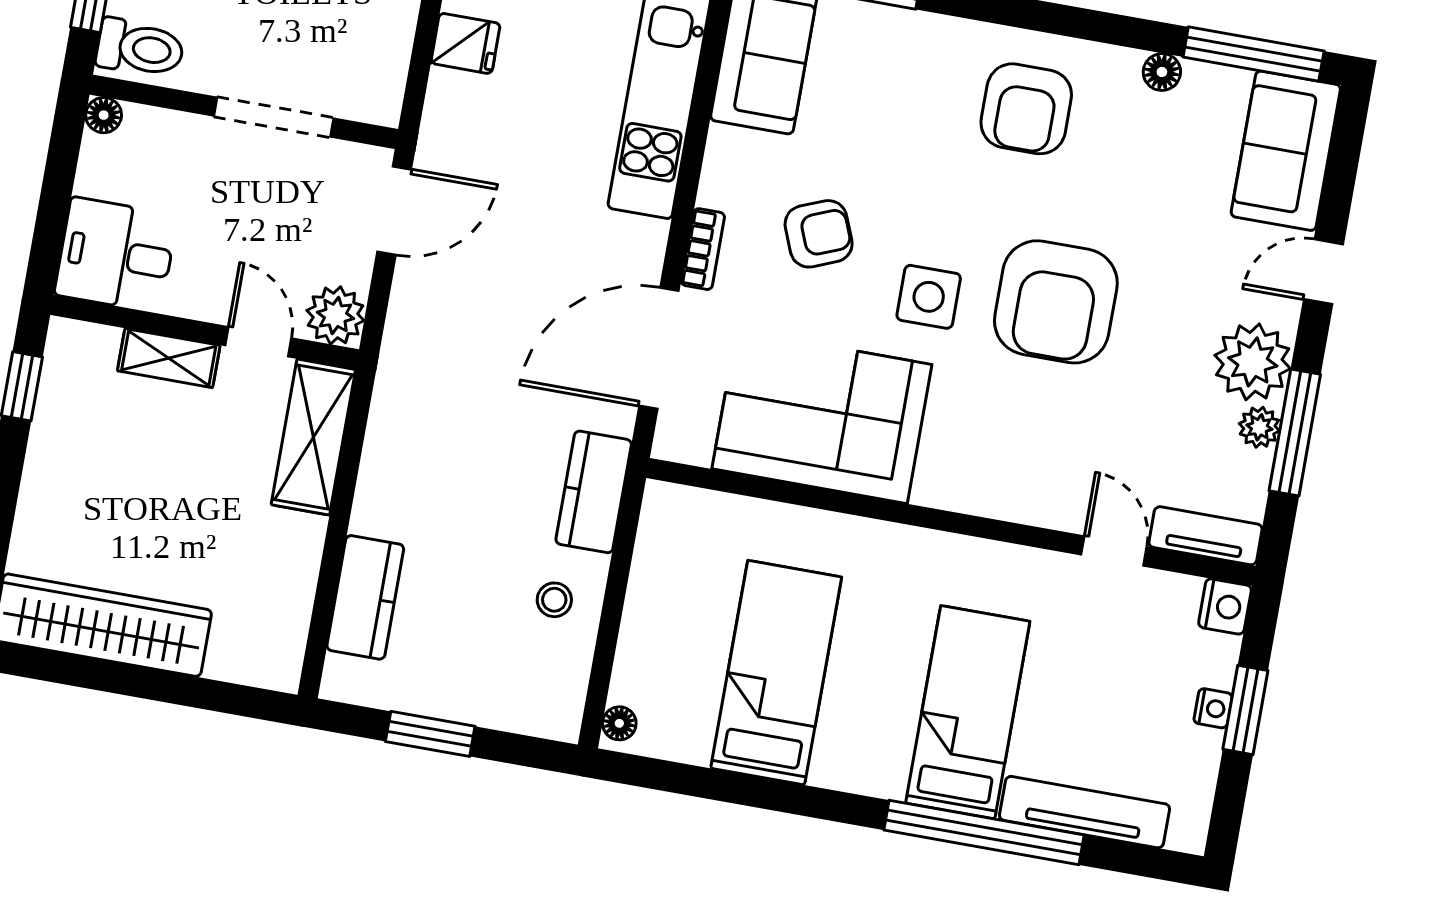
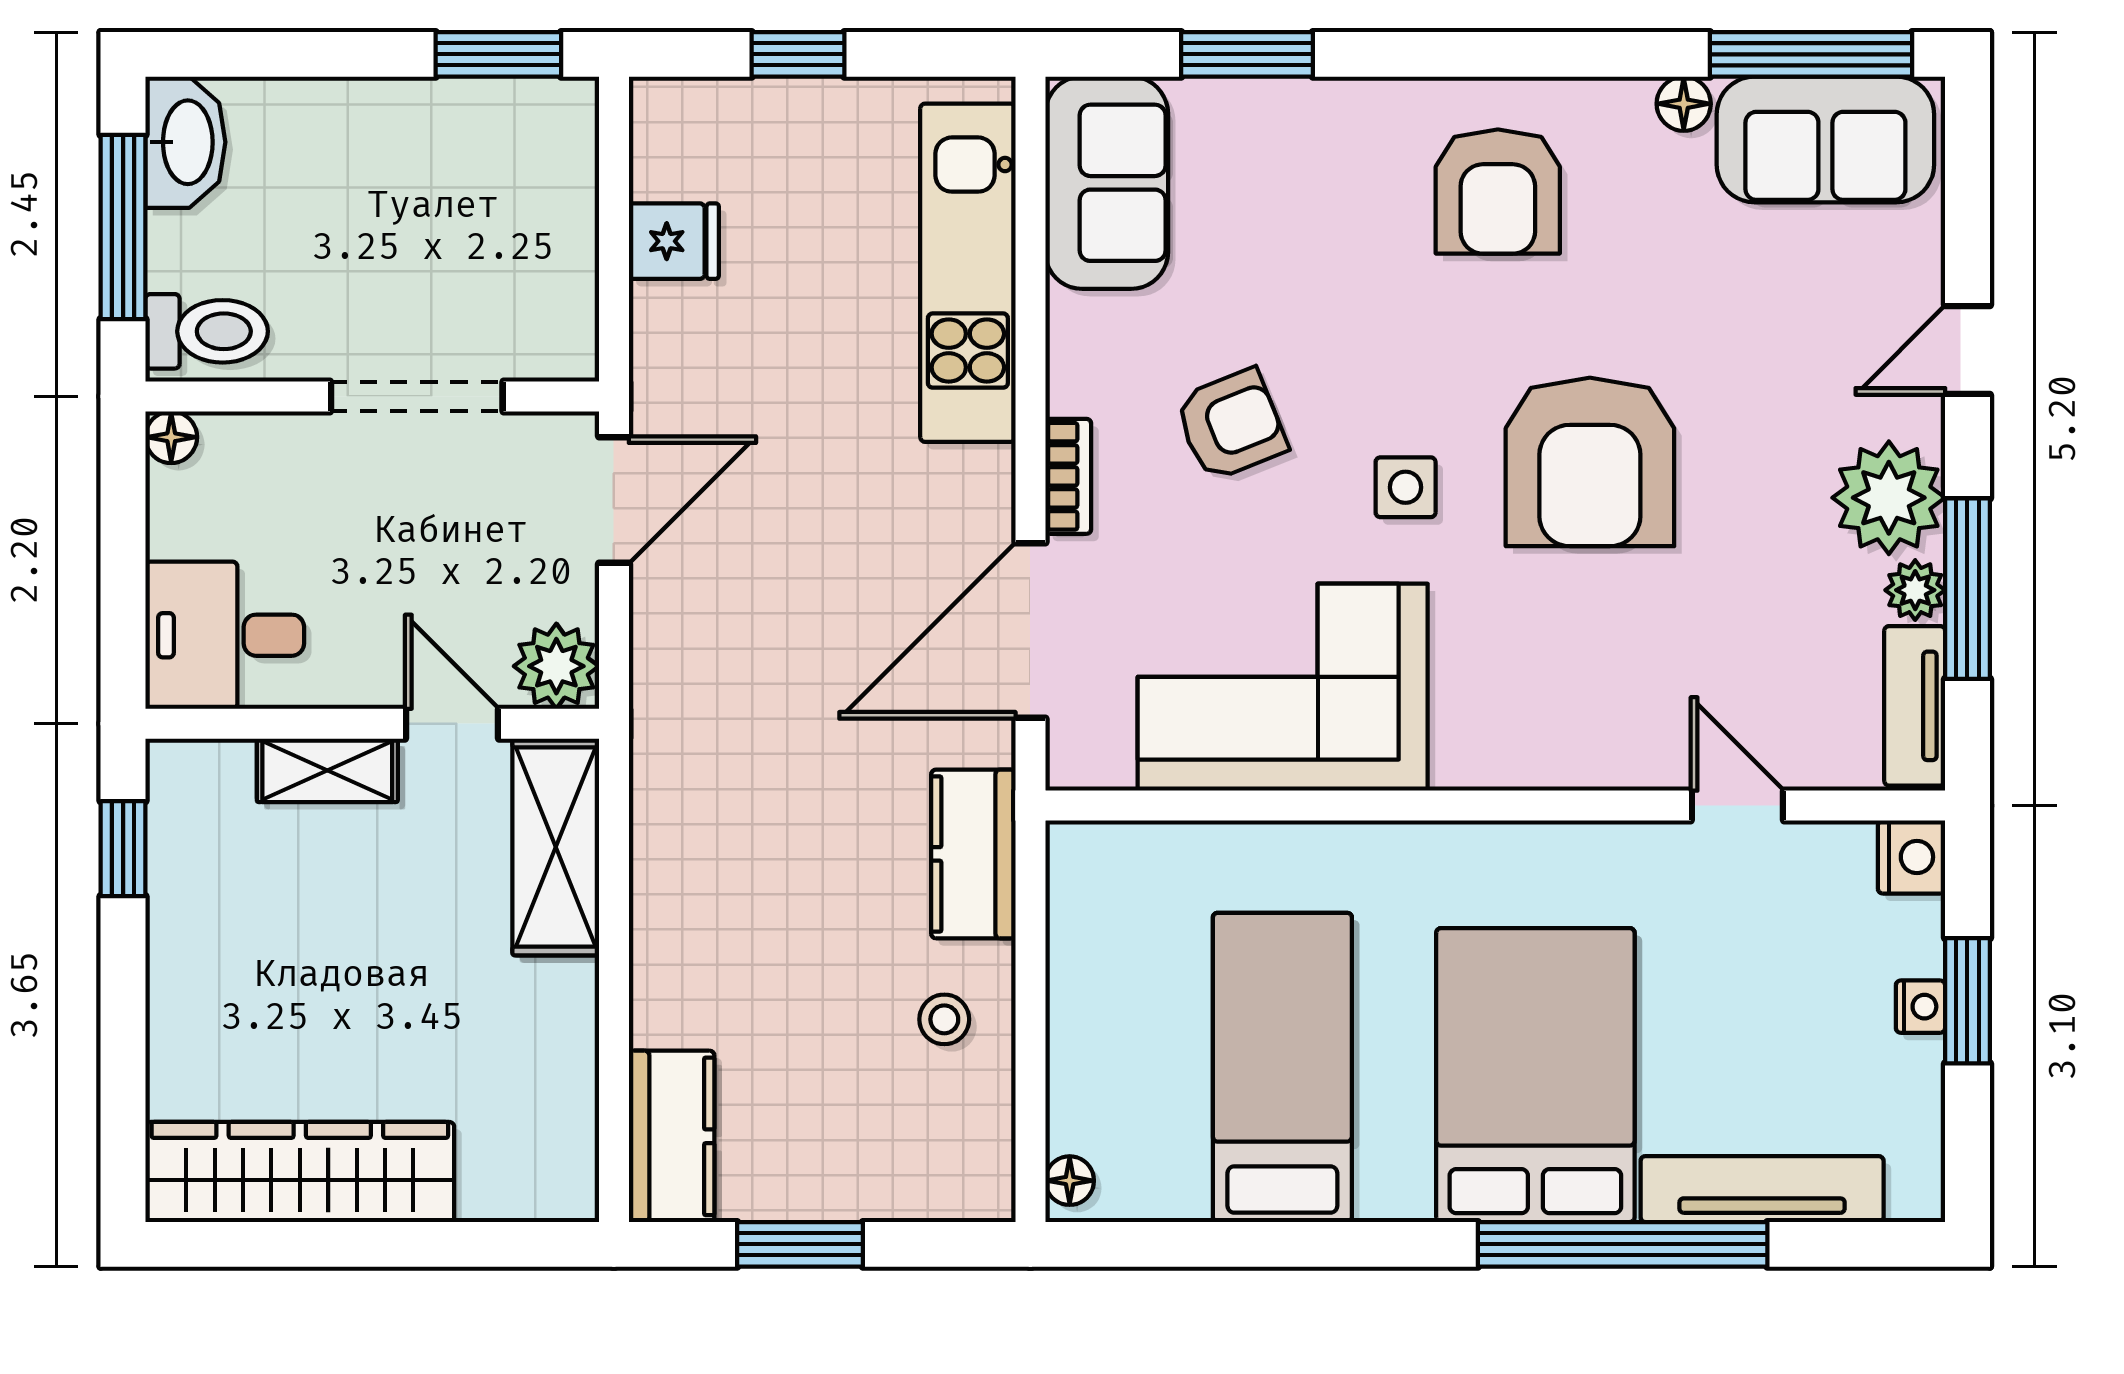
sofa: (1286, 151) -> (1825, 139), moved, turned -90
side table: (929, 297) -> (1406, 487), width x0.73, depth x0.73
tv unit: (1205, 536) -> (1915, 706), moved, turned -90
kitchen counter: (365, 597) -> (672, 1136), moved
bed: (968, 712) -> (1535, 1075), width x1.50

